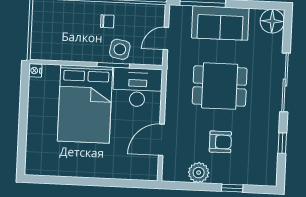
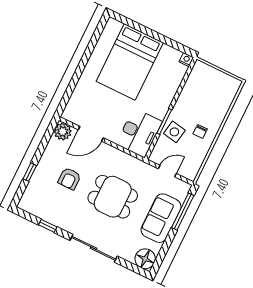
door: (166, 38) -> (167, 171), hinge flipped
dining table: (220, 86) -> (113, 197), turned 90
bed: (85, 104) -> (130, 62), moved, turned -90
door: (161, 140) -> (91, 134), swing flipped
plant: (199, 173) -> (63, 131), moved

